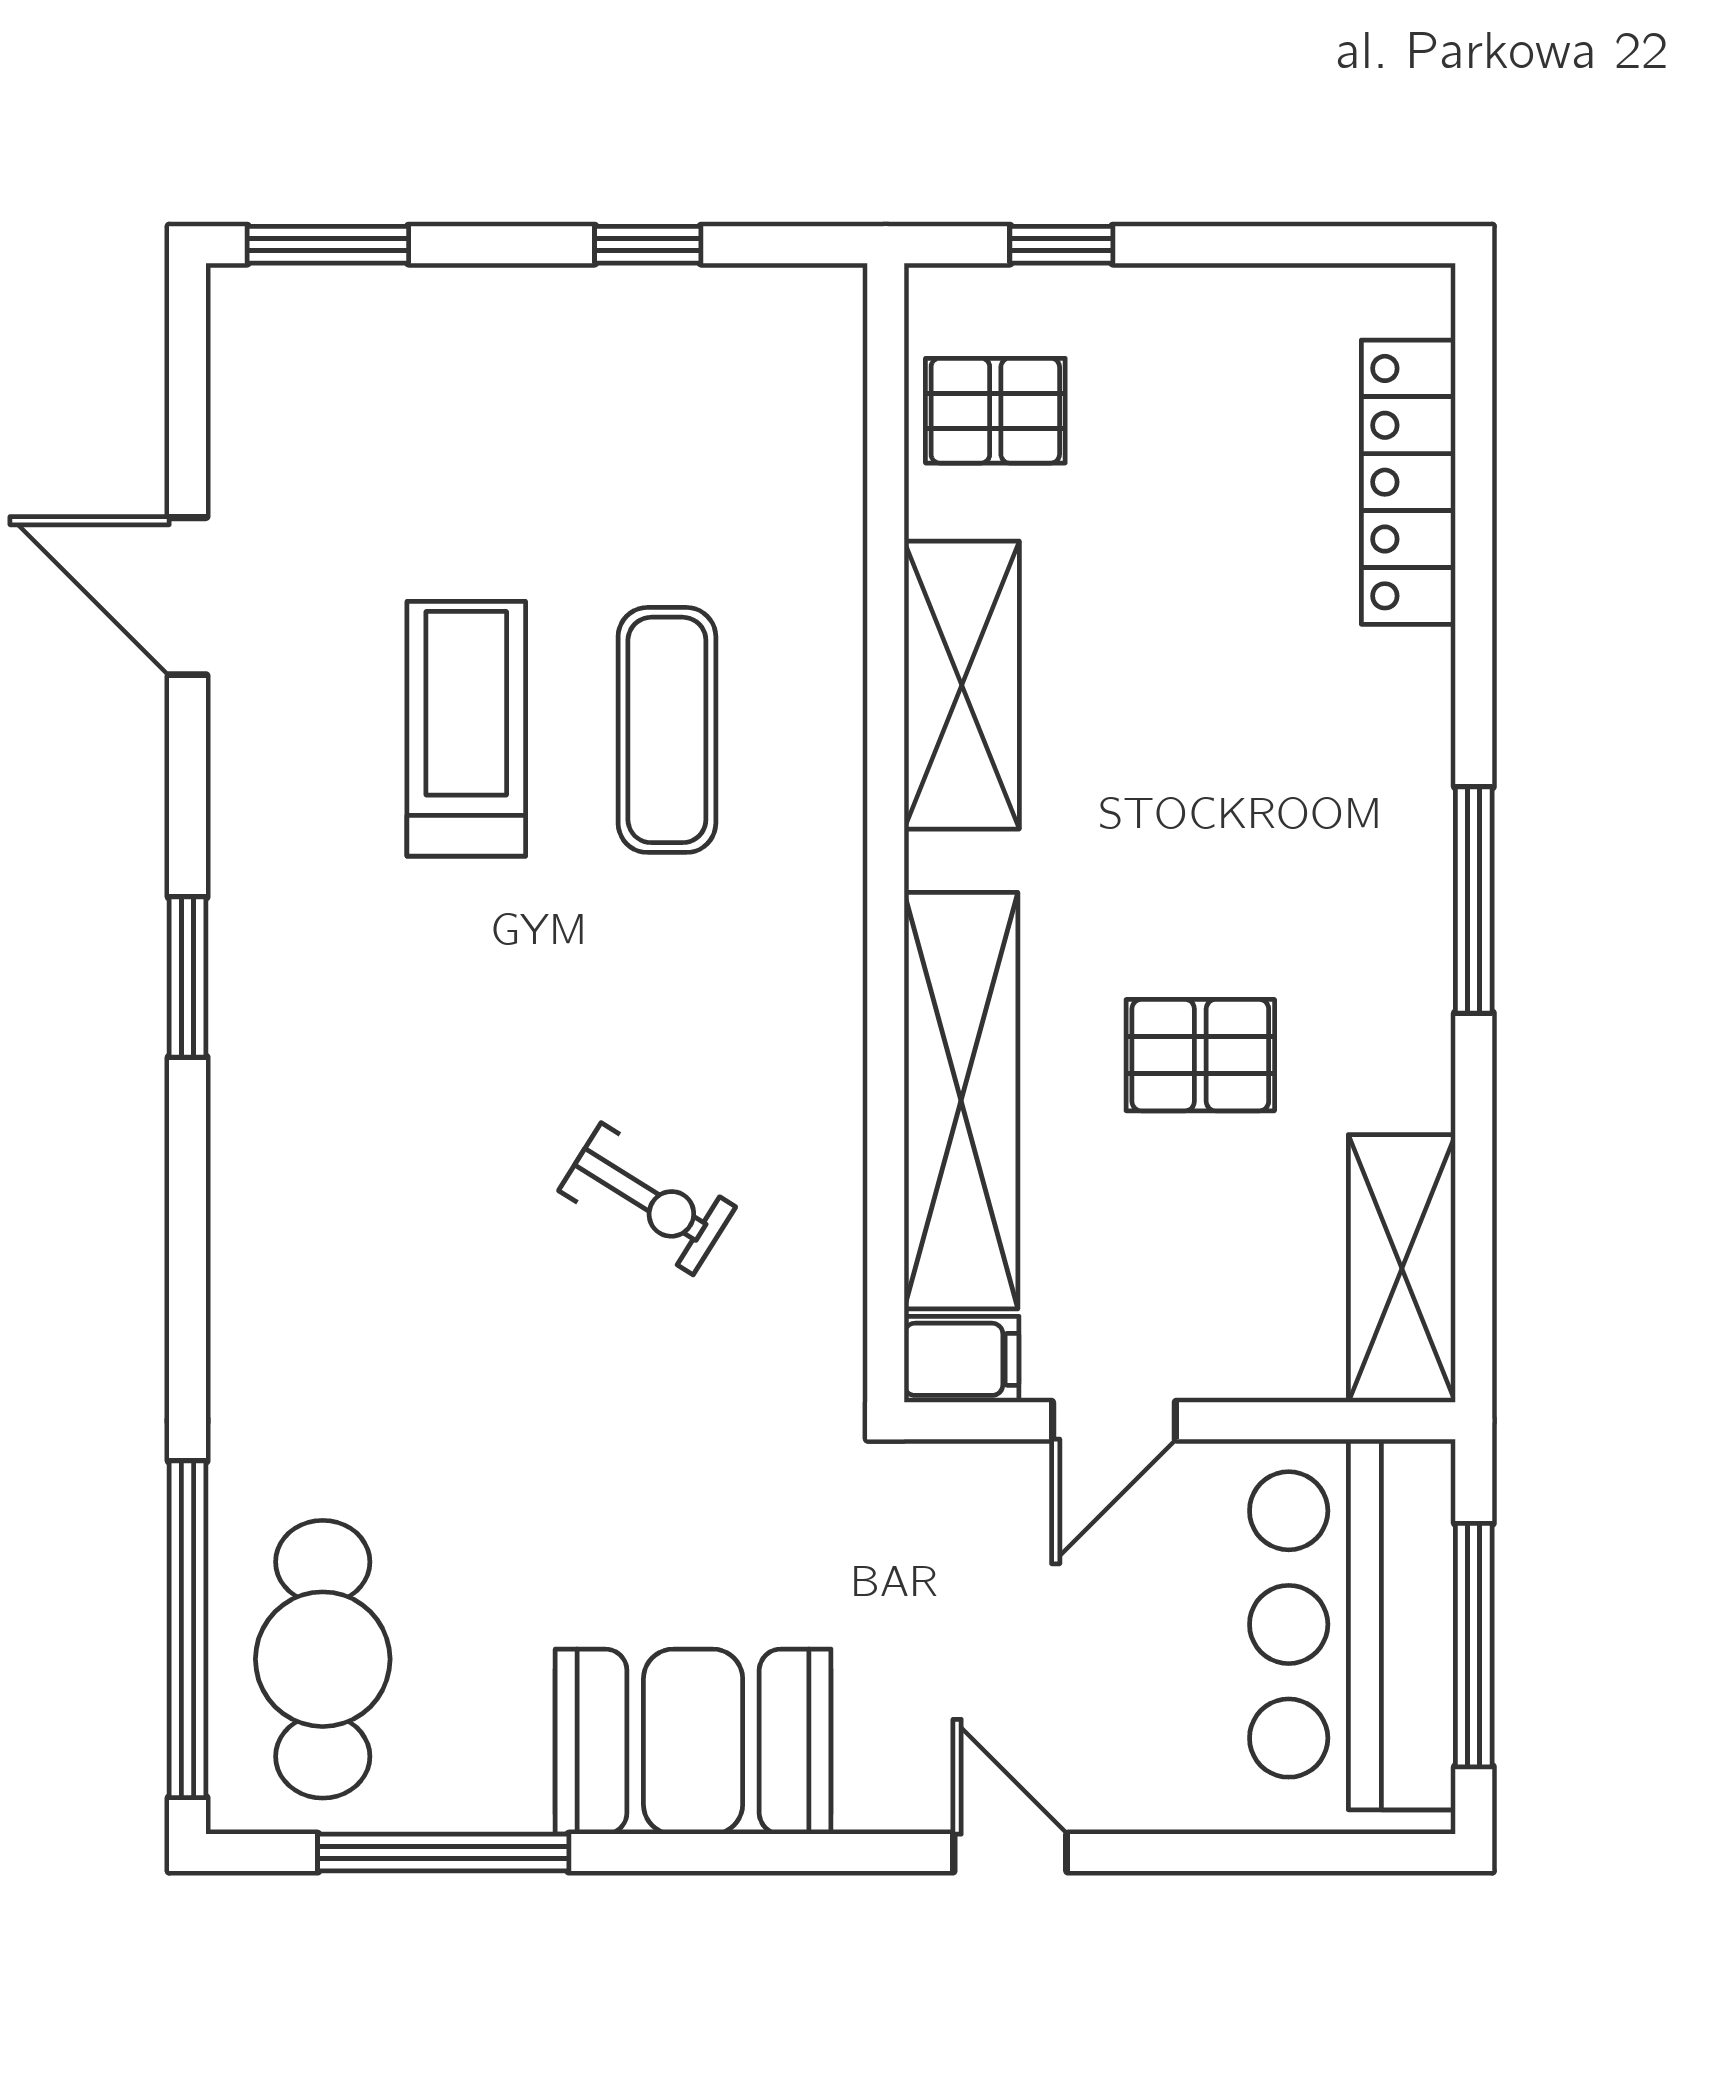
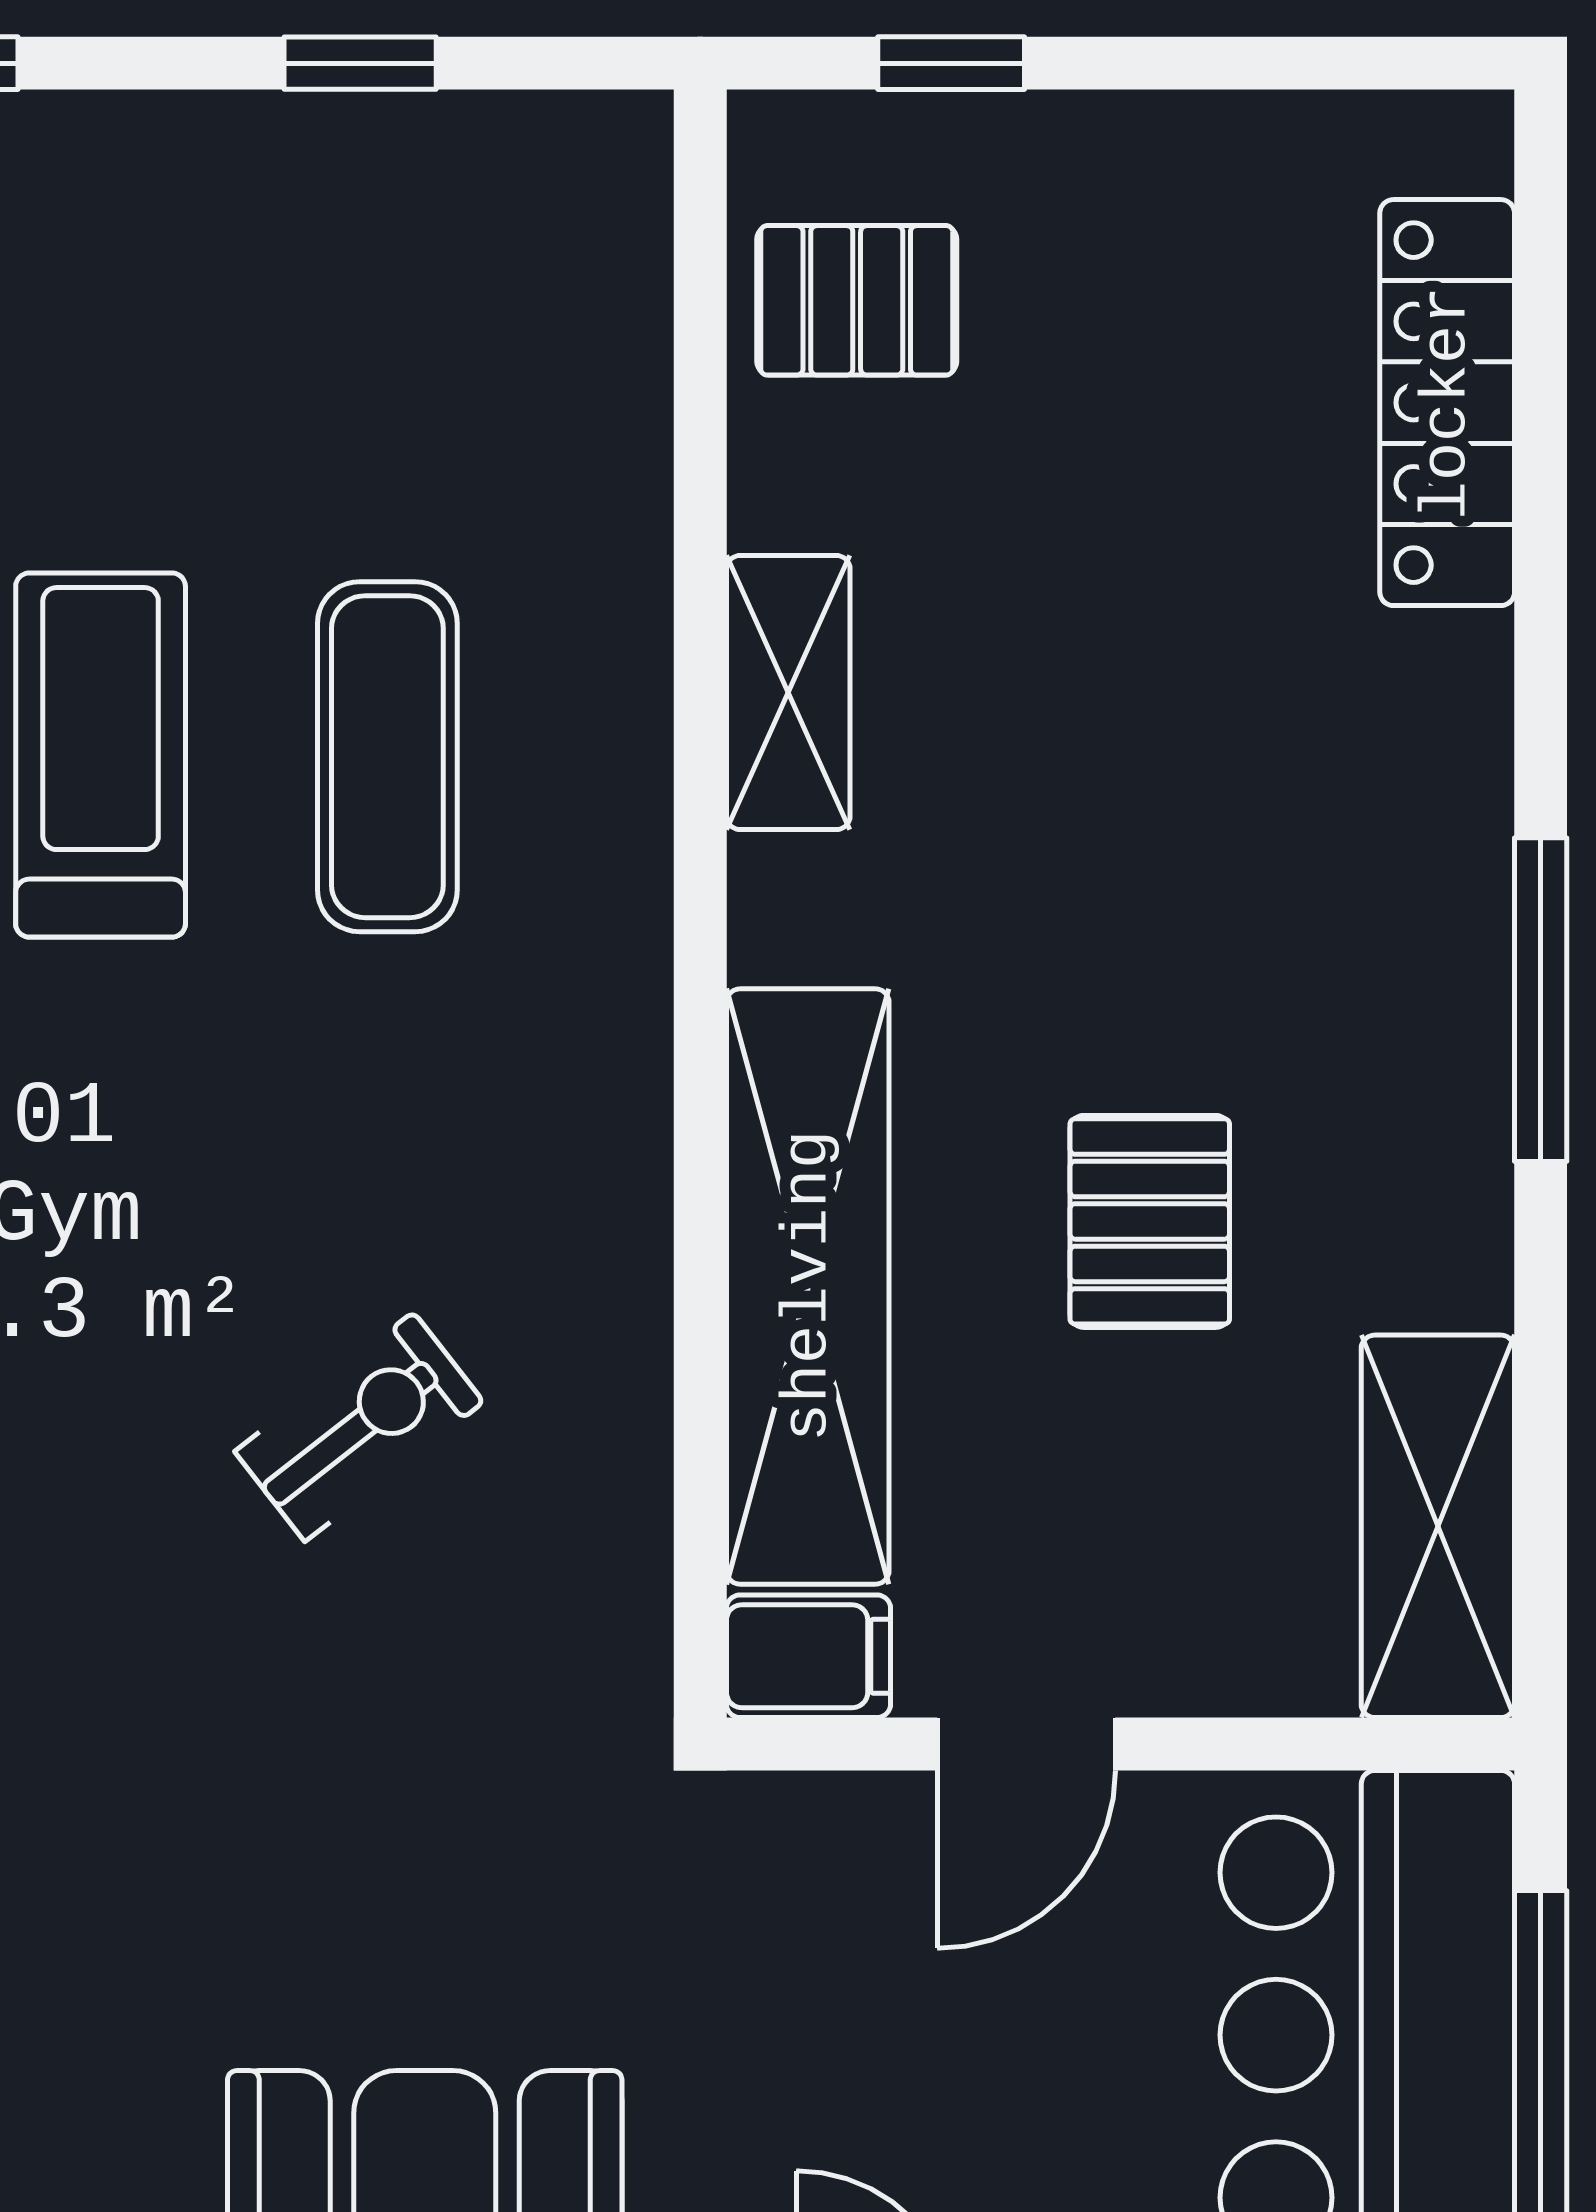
shelving: (962, 685) -> (788, 693), width x0.67, depth x0.75
pallet: (1200, 1055) -> (1150, 1221), turned 90
exercise bike: (647, 1199) -> (359, 1427), turned -70

